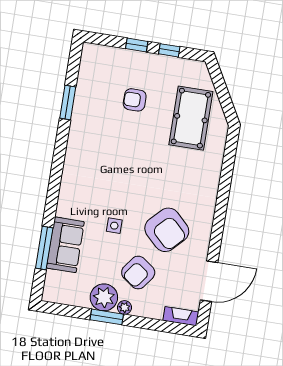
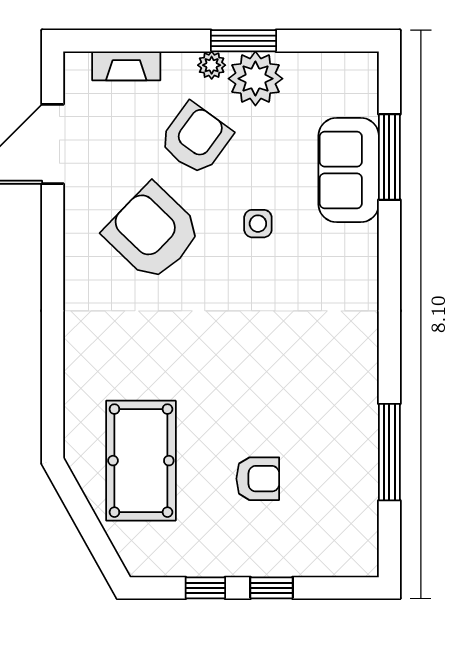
window: (68, 102) -> (389, 452), width x1.44
fireplace: (181, 316) -> (126, 66), moved

